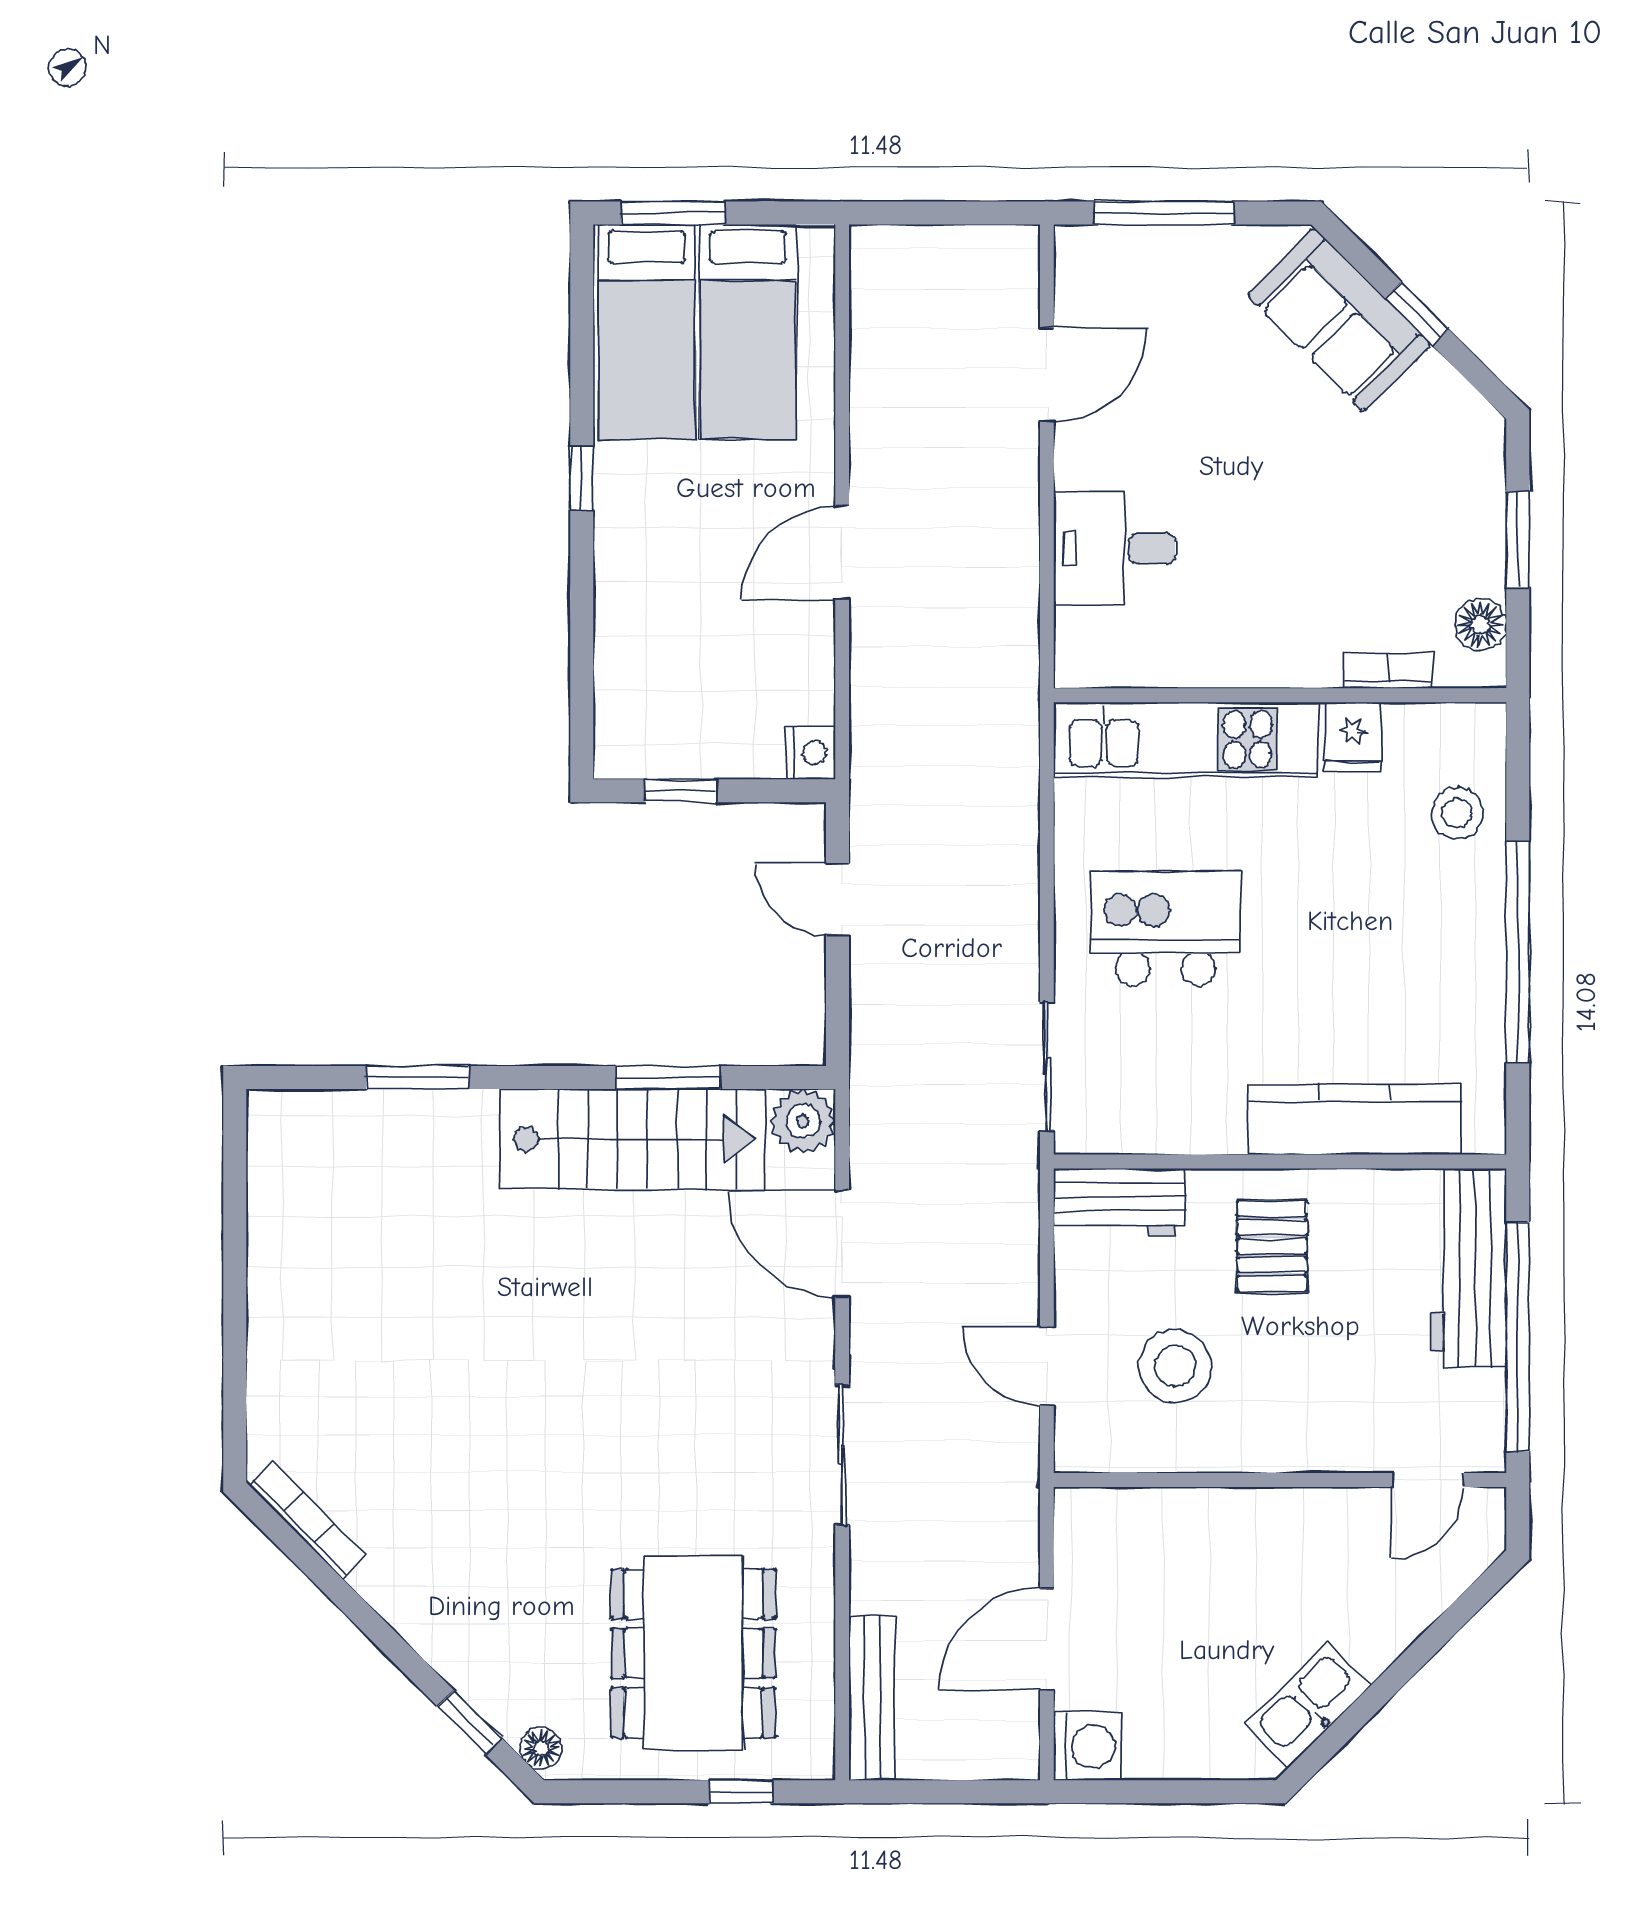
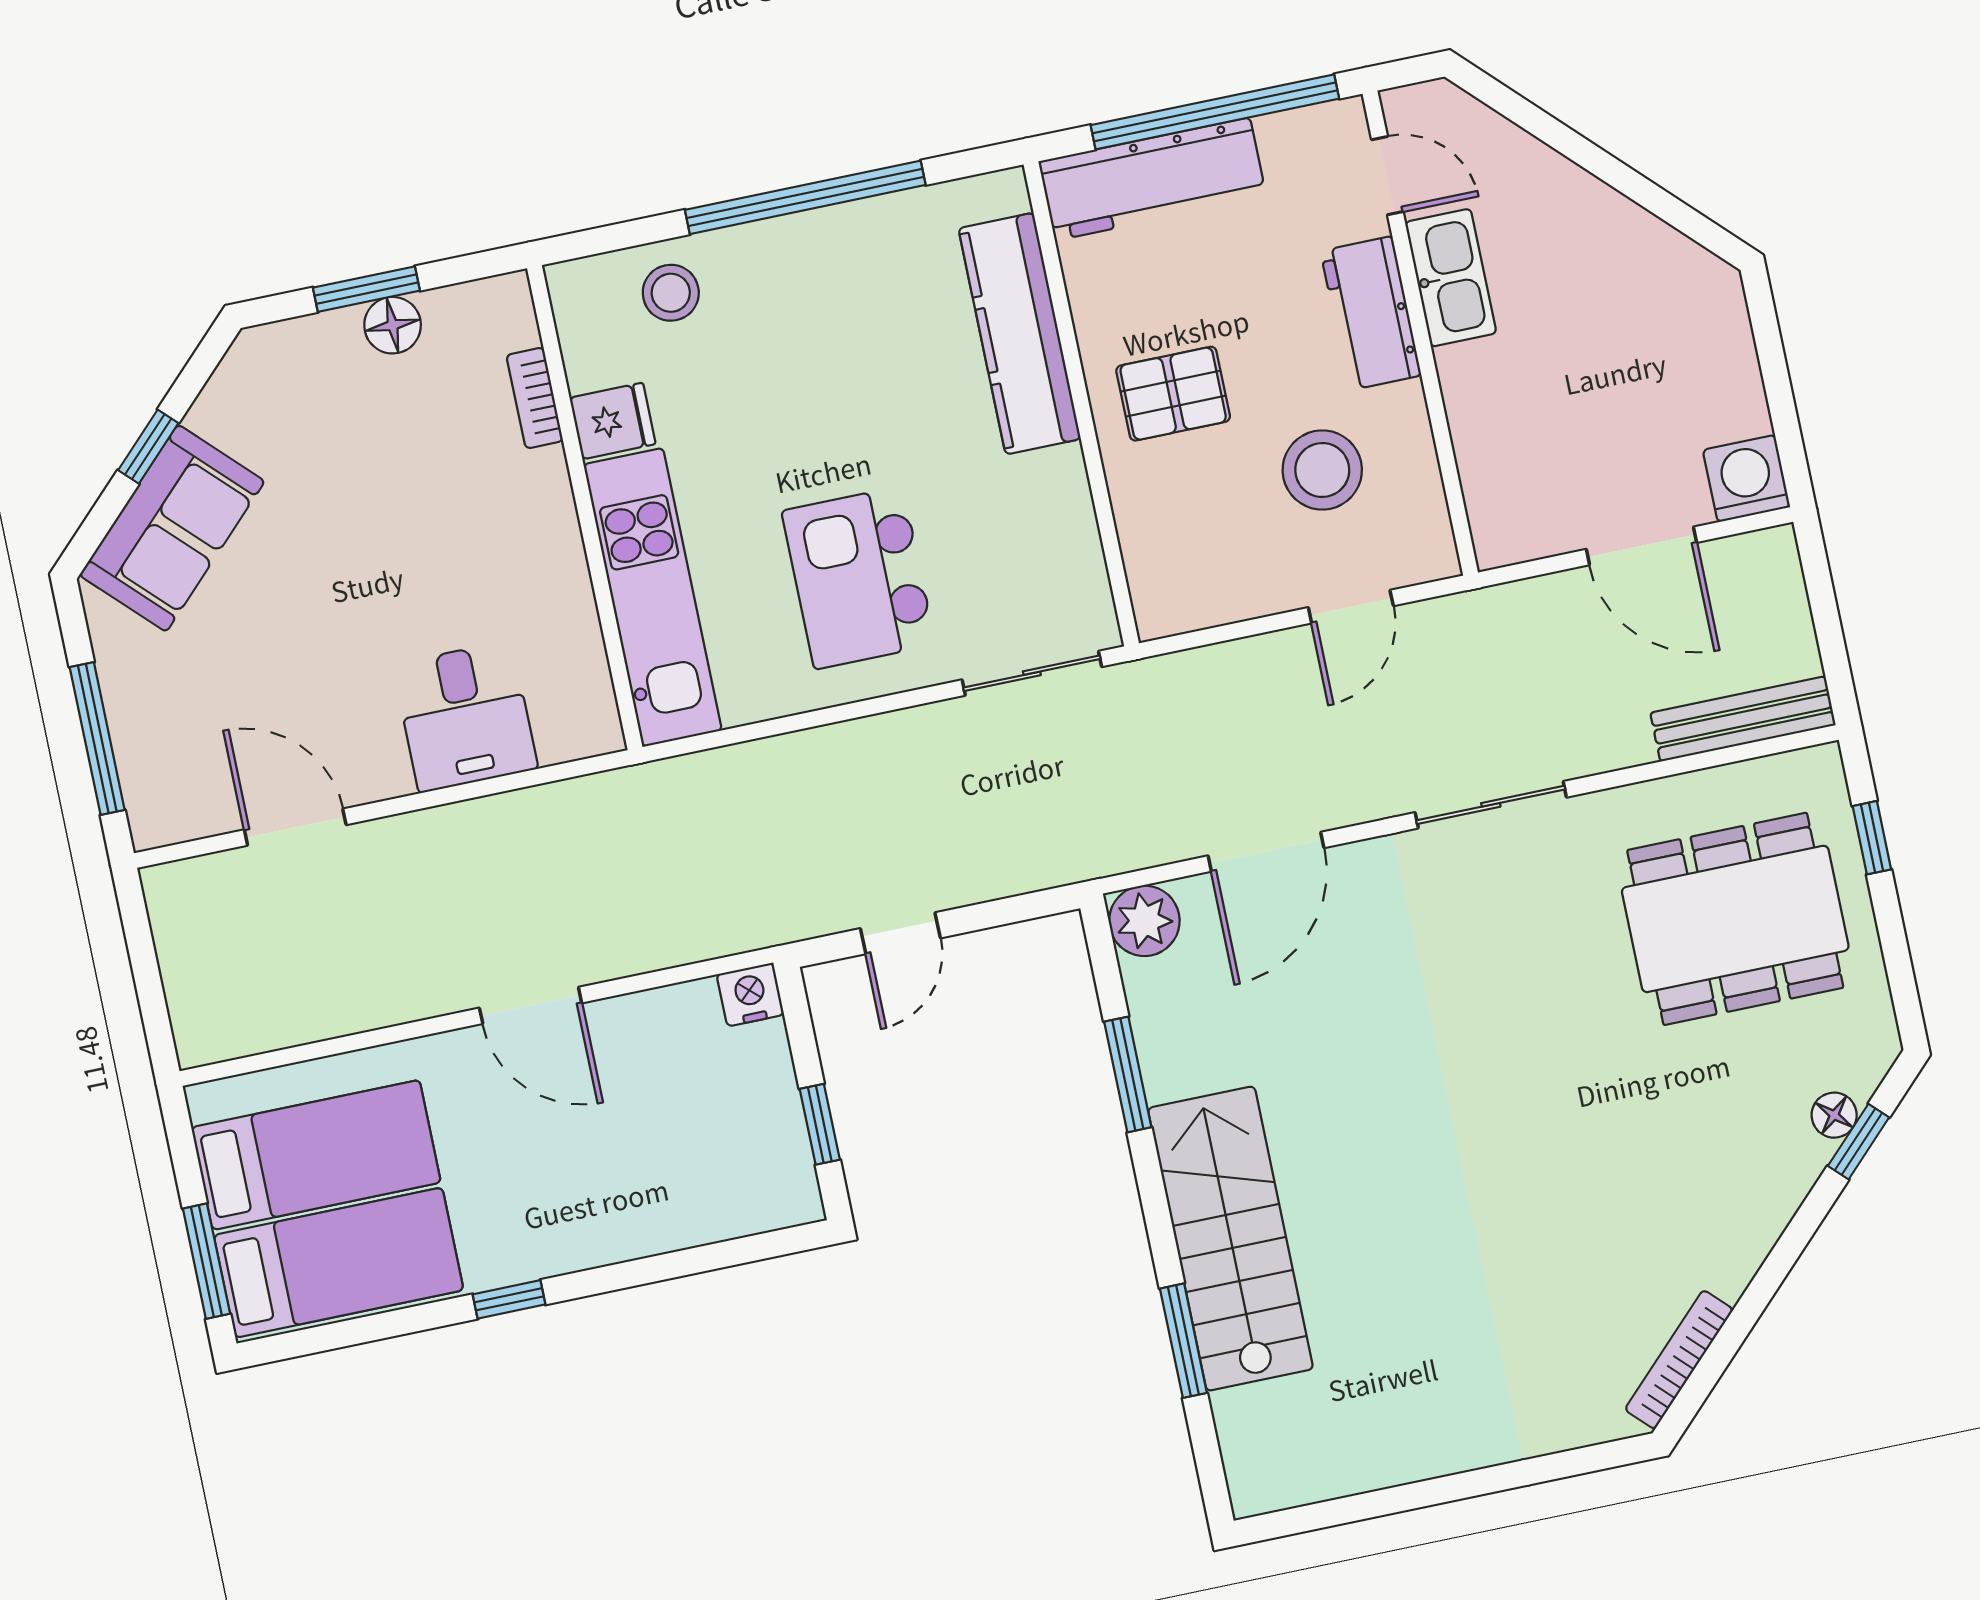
floor lamp: (1480, 624) -> (393, 325), moved
stairs: (633, 1139) -> (1231, 1239), moved
workbench: (1119, 1202) -> (1371, 313), moved, turned 180
kitchen sink: (1308, 1705) -> (1451, 278), moved, turned -135
floor lamp: (541, 1748) -> (1834, 1115), moved

